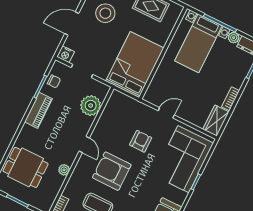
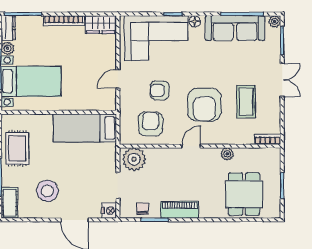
bed: (135, 65) -> (85, 128), width x0.67
bookcase: (231, 99) -> (64, 21), width x1.56
plant: (91, 106) -> (134, 159), moved
door: (166, 113) -> (118, 79), hinge flipped
armchair: (118, 121) -> (151, 124), added
floor lamp: (182, 196) -> (195, 21), added

